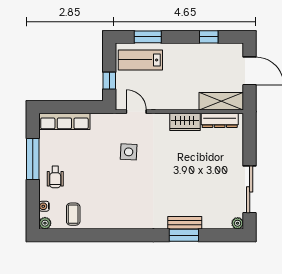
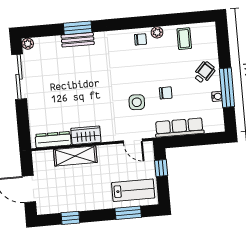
shelving: (221, 101) -> (75, 156), moved
row of seats: (64, 121) -> (179, 128), moved
chair: (98, 159) -> (166, 93), added
wheelchair: (55, 177) -> (204, 72), turned 43
water cooler: (44, 206) -> (217, 96), moved
chair: (119, 217) -> (140, 39), added
plant: (45, 223) -> (157, 32), moved

